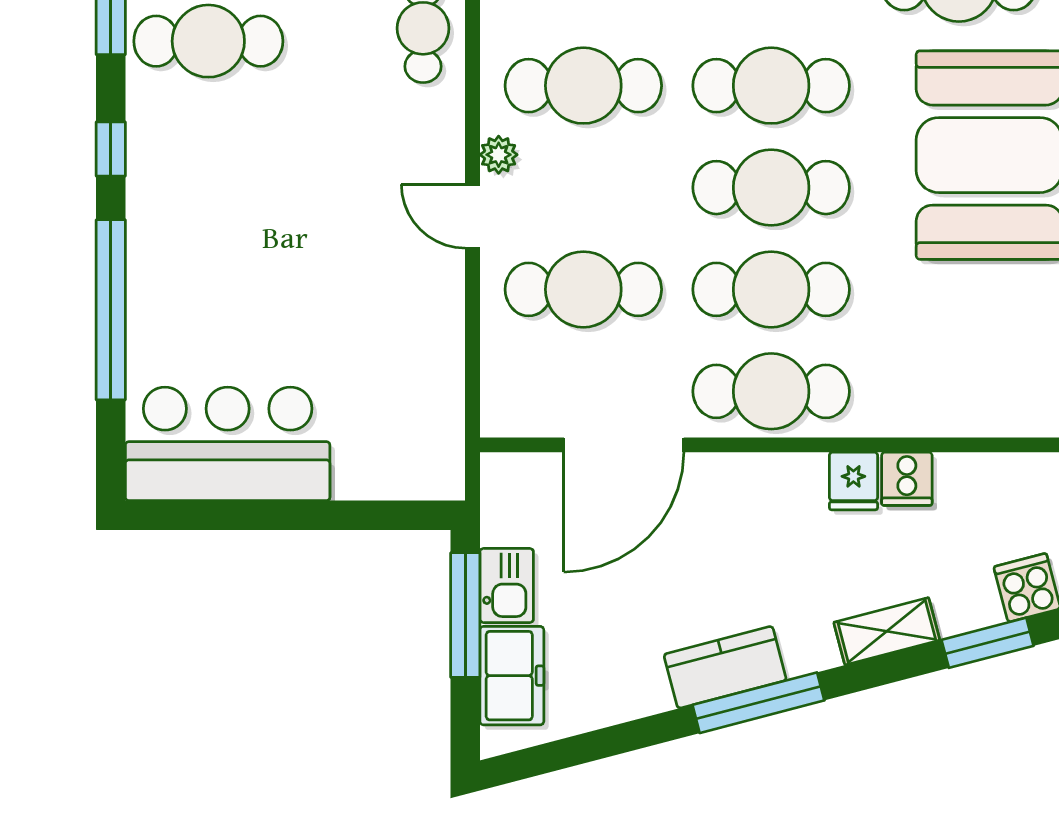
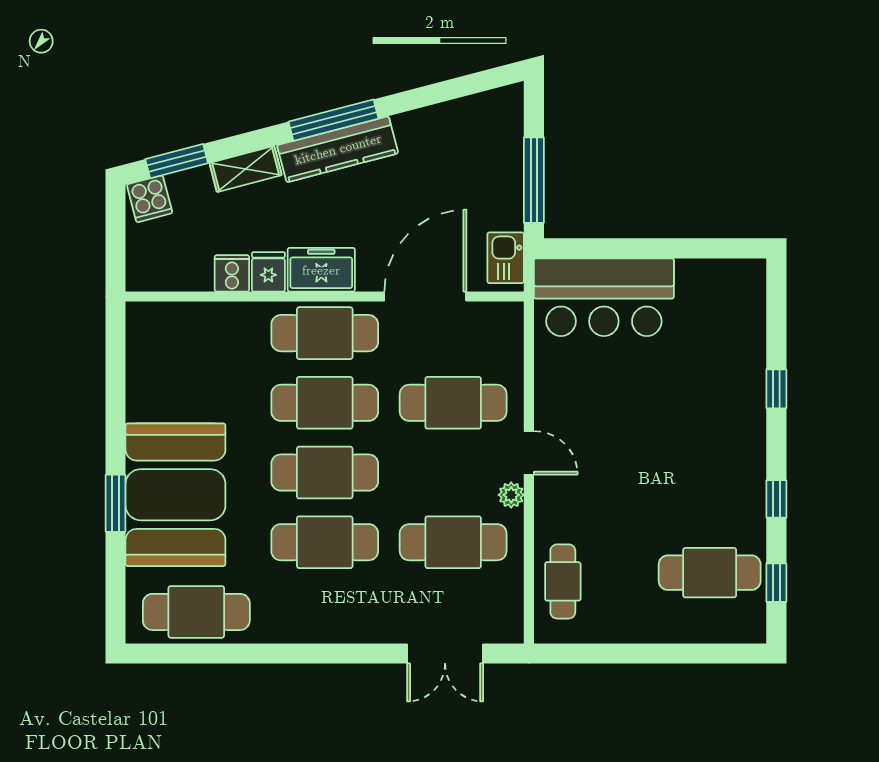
window: (111, 310) -> (776, 389), width x0.32
bar counter: (228, 444) -> (604, 297), moved
kitchen sink: (507, 586) -> (506, 258), moved
kitchen counter: (725, 667) -> (338, 149), width x1.50
freezer: (512, 676) -> (321, 270), moved, turned 90

